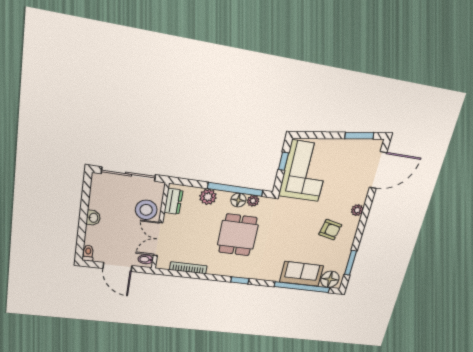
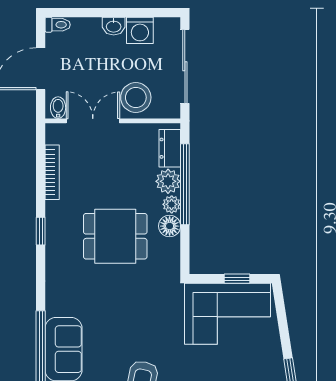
window: (235, 189) -> (185, 184), moved
washing machine: (98, 201) -> (140, 30), added
dresser: (173, 201) -> (170, 148), moved, turned 90
plant: (253, 201) -> (172, 204), moved
window: (240, 280) -> (41, 231), moved

